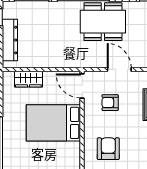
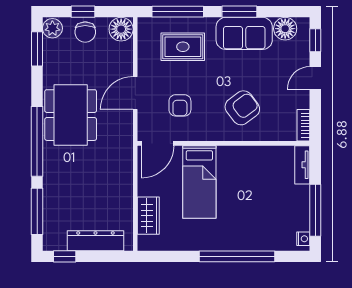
bed: (53, 123) -> (199, 182), width x0.67
armchair: (108, 149) -> (242, 108), turned 143

